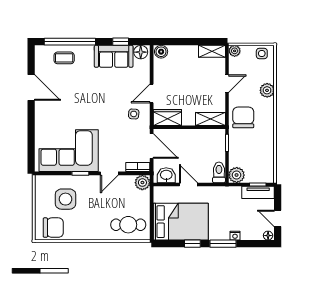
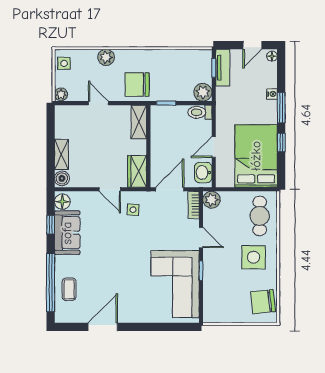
shelving: (212, 51) -> (61, 154), moved
side table: (65, 199) -> (254, 257), moved
chair: (53, 228) -> (263, 302), turned -96

